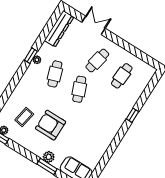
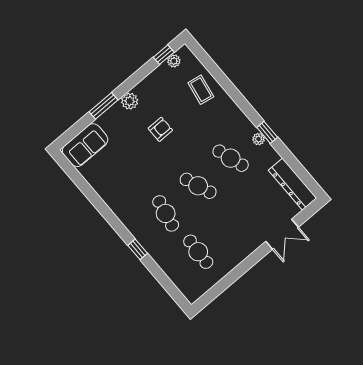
cafe table: (97, 60) -> (166, 213), moved
coffee table: (24, 117) -> (201, 90), moved
armchair: (51, 125) -> (160, 129), width x0.53, depth x0.53
plant: (49, 157) -> (130, 101), moved

